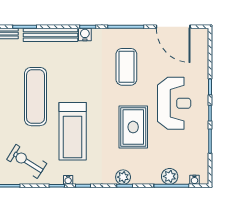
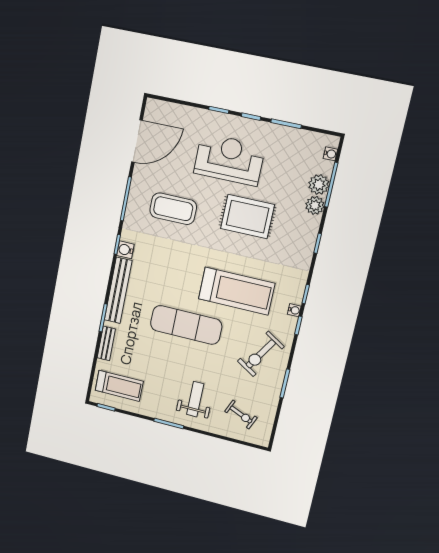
plant: (123, 177) -> (315, 205), moved

